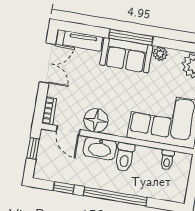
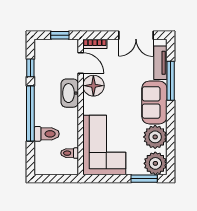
window: (131, 37) -> (171, 81), moved
plant: (160, 54) -> (155, 137), width x1.88, depth x1.88
door: (68, 130) -> (81, 63), swing flipped
toilet: (125, 157) -> (47, 134), moved, turned 180

